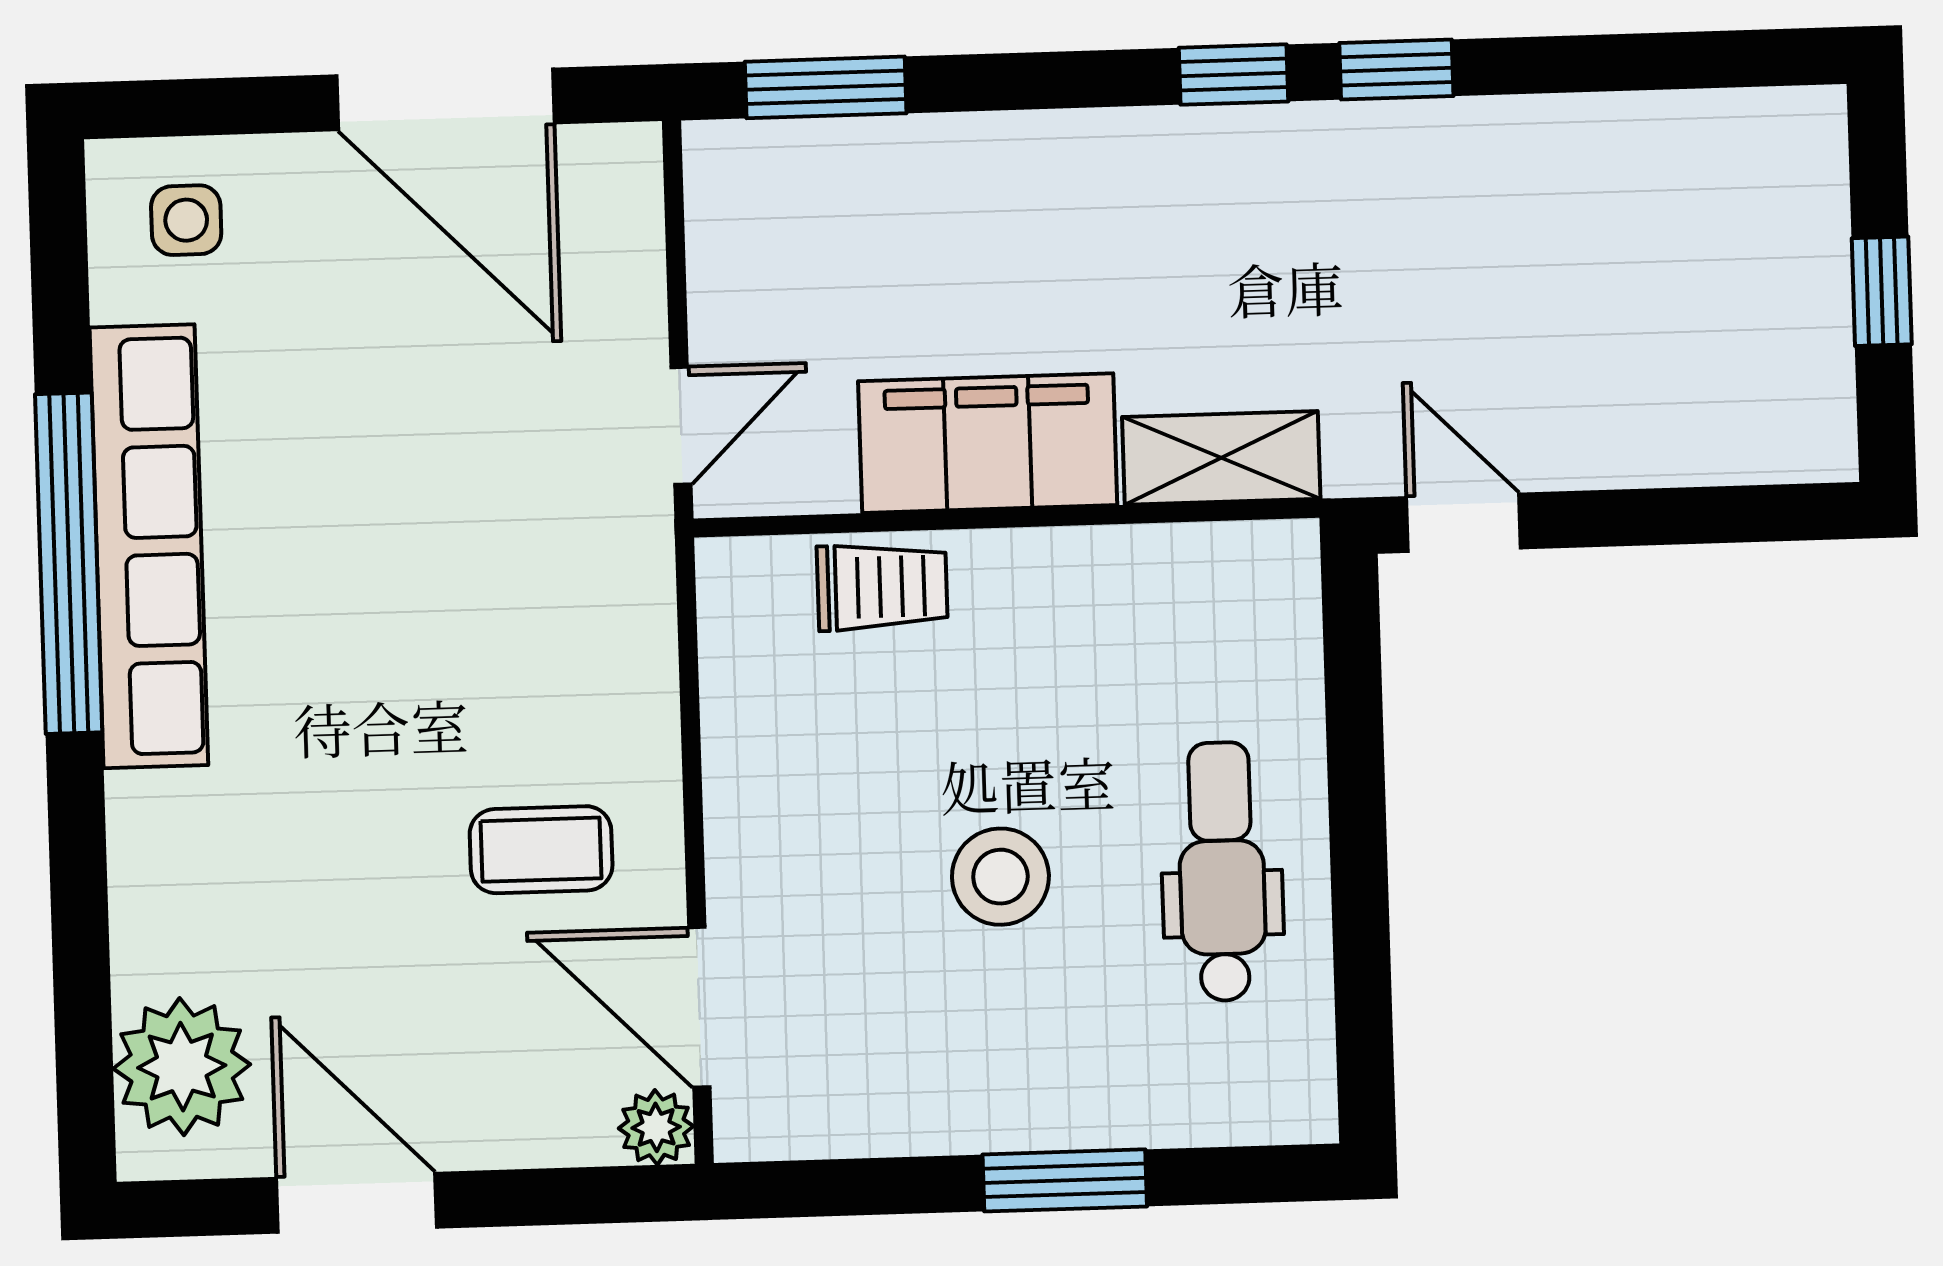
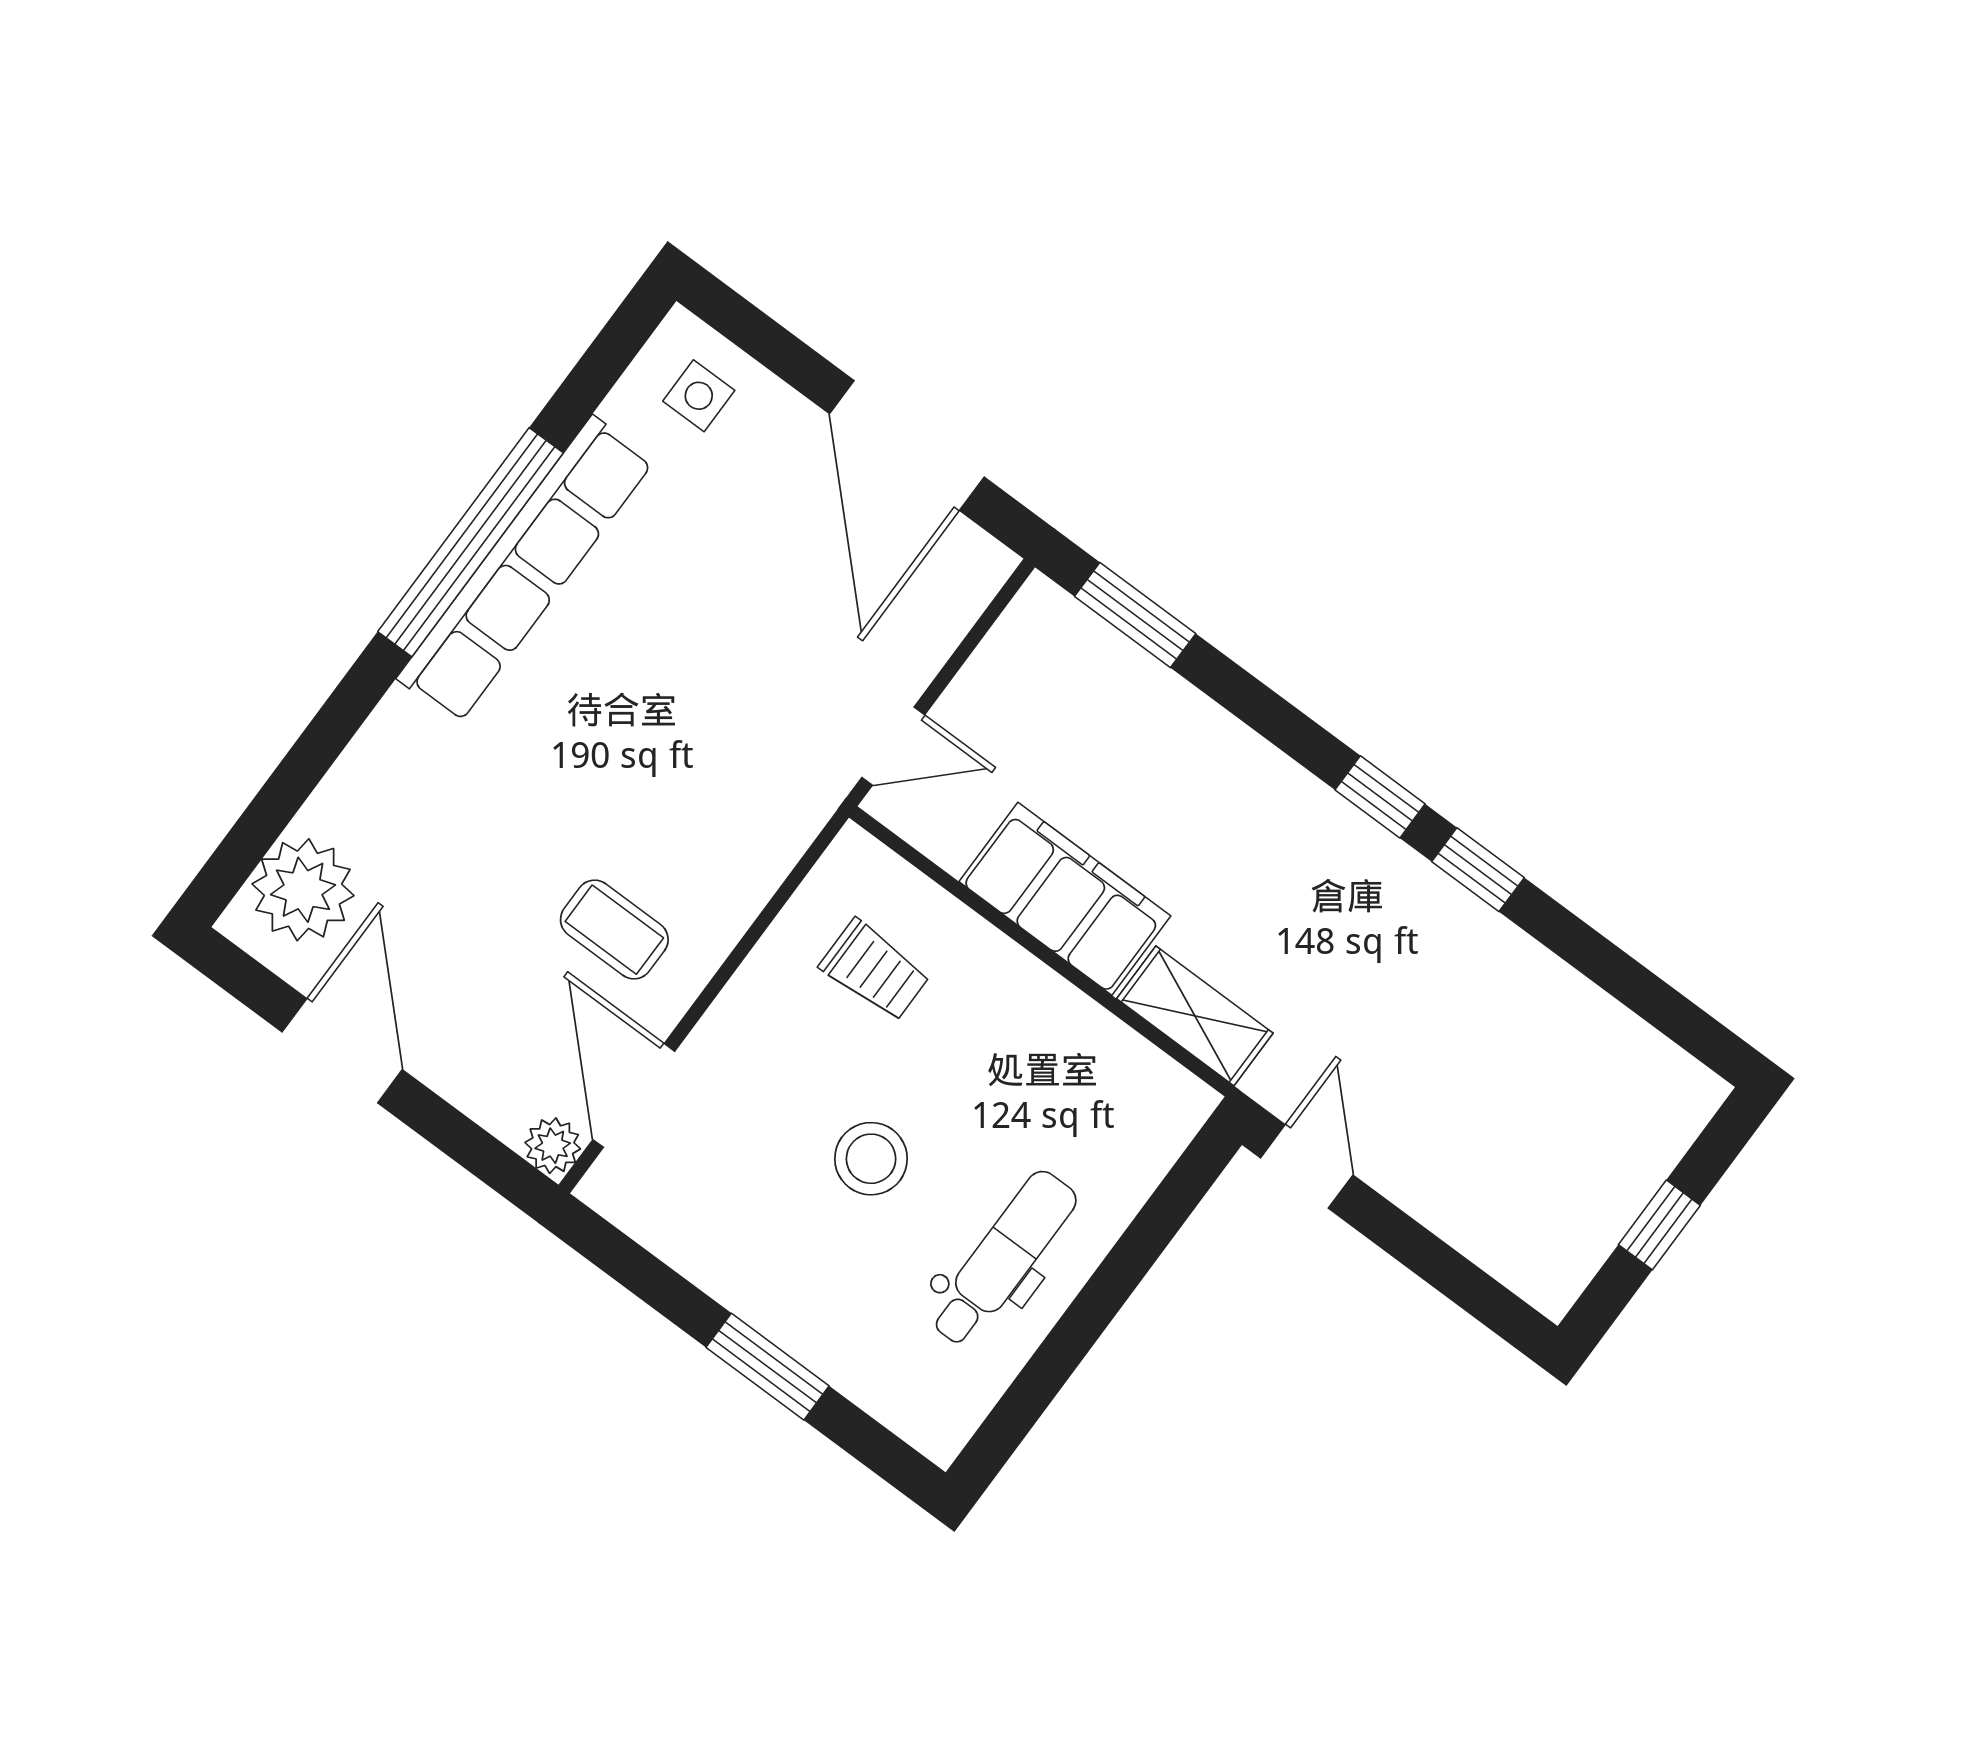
trolley: (882, 587) -> (875, 970), moved

